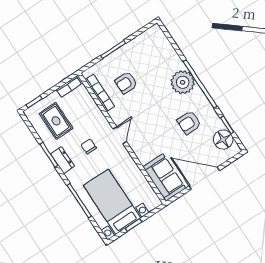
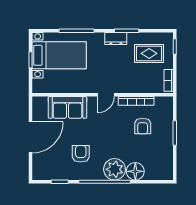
armchair: (126, 83) -> (143, 126), turned 180
bookcase: (100, 93) -> (136, 101), moved
door: (120, 135) -> (106, 95), hinge flipped
floor lamp: (223, 139) -> (135, 171), moved
chair: (89, 146) -> (113, 65), removed
sofa: (164, 178) -> (67, 107), moved

